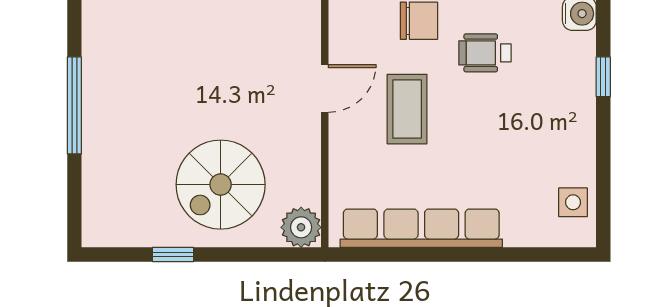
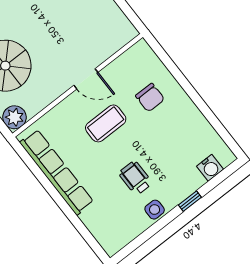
wheelchair: (485, 53) -> (135, 178), moved
side table: (573, 202) -> (155, 210), moved

